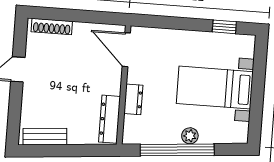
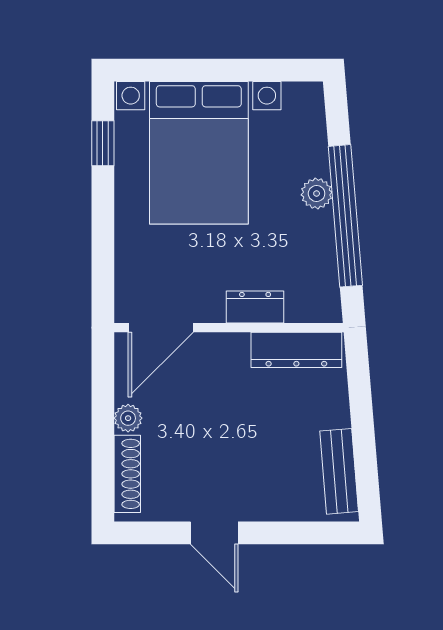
plant: (81, 29) -> (128, 418), added
bed with nightstands: (215, 88) -> (199, 153), width x1.36

